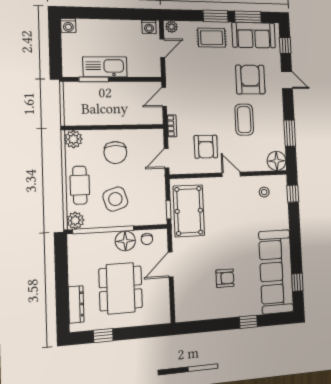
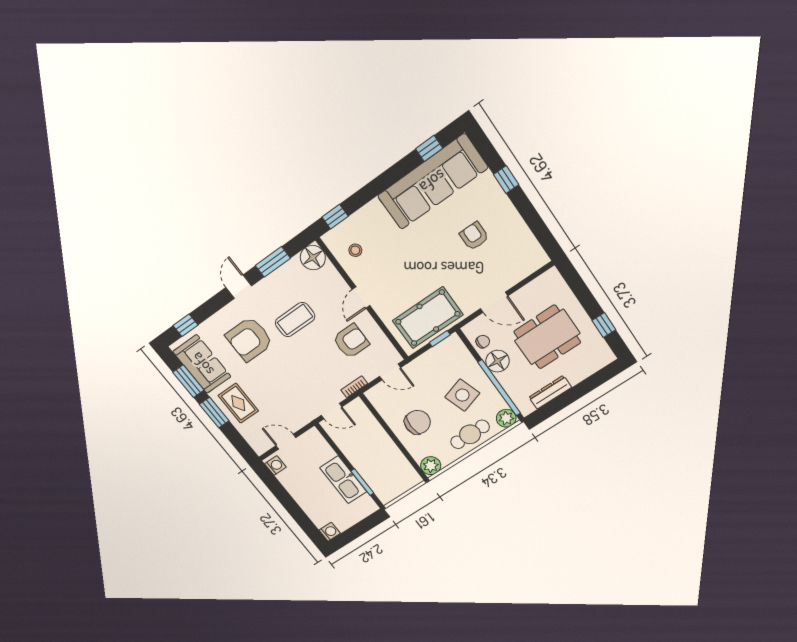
plant: (172, 27) -> (259, 446), removed
door: (287, 80) -> (239, 287), moved
dresser: (76, 304) -> (550, 392), moved

